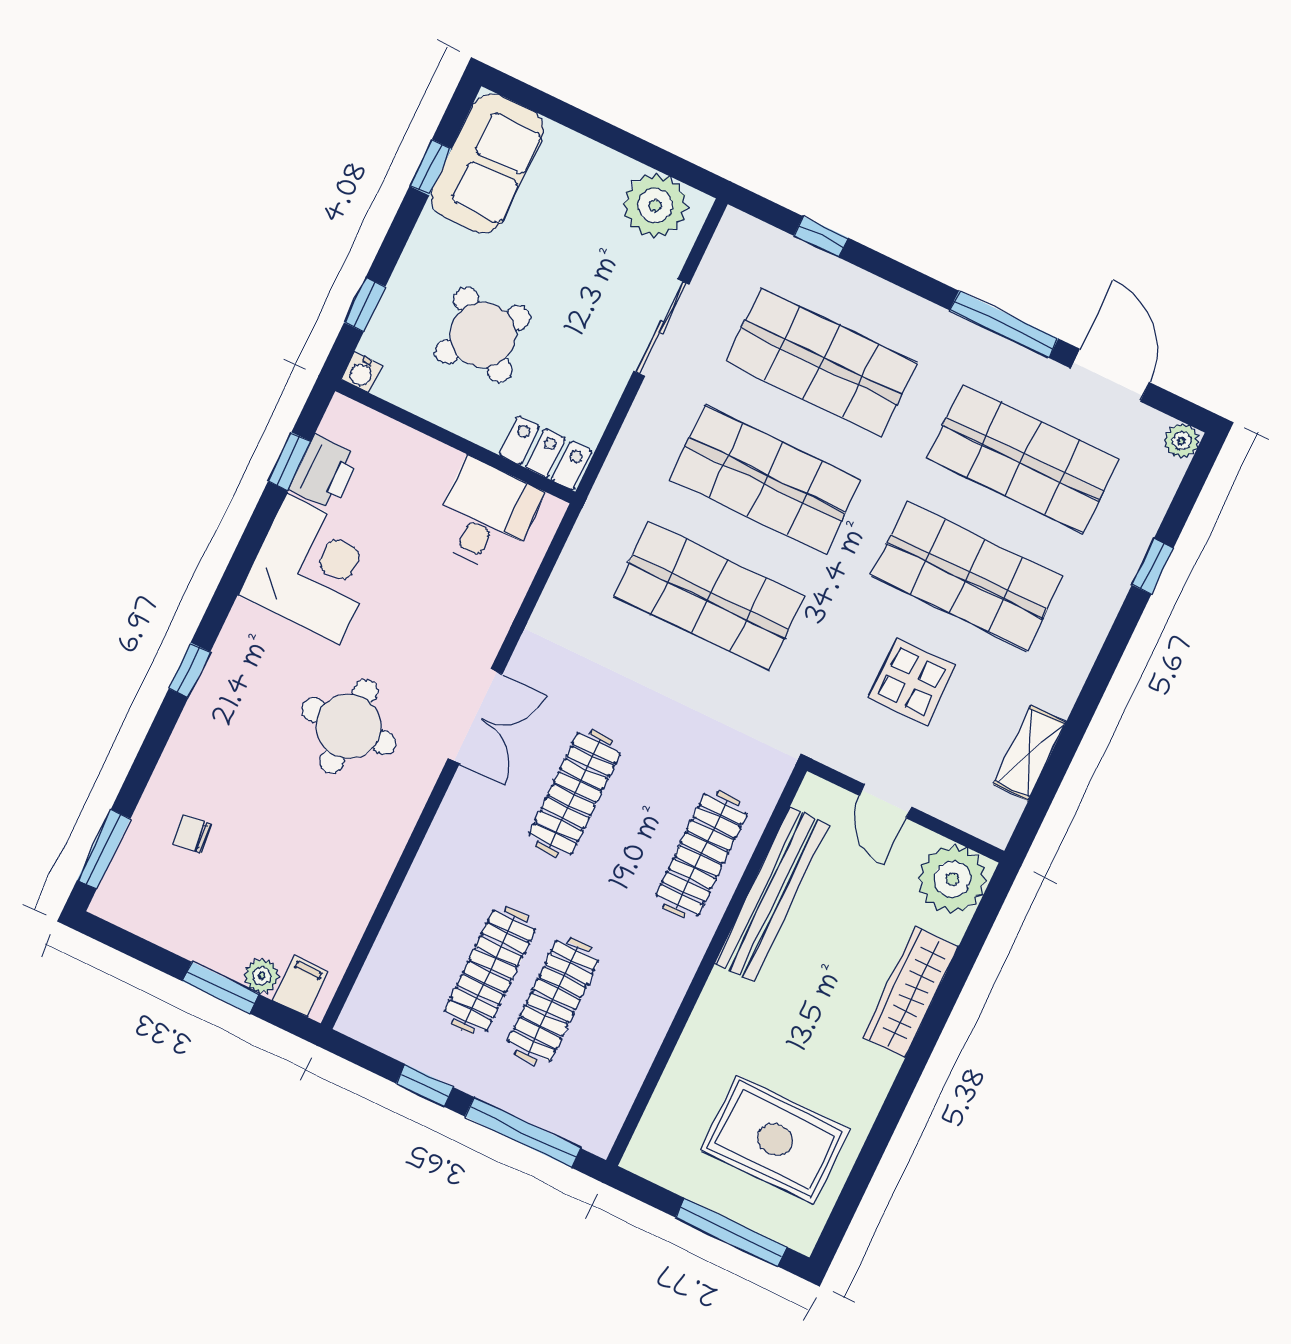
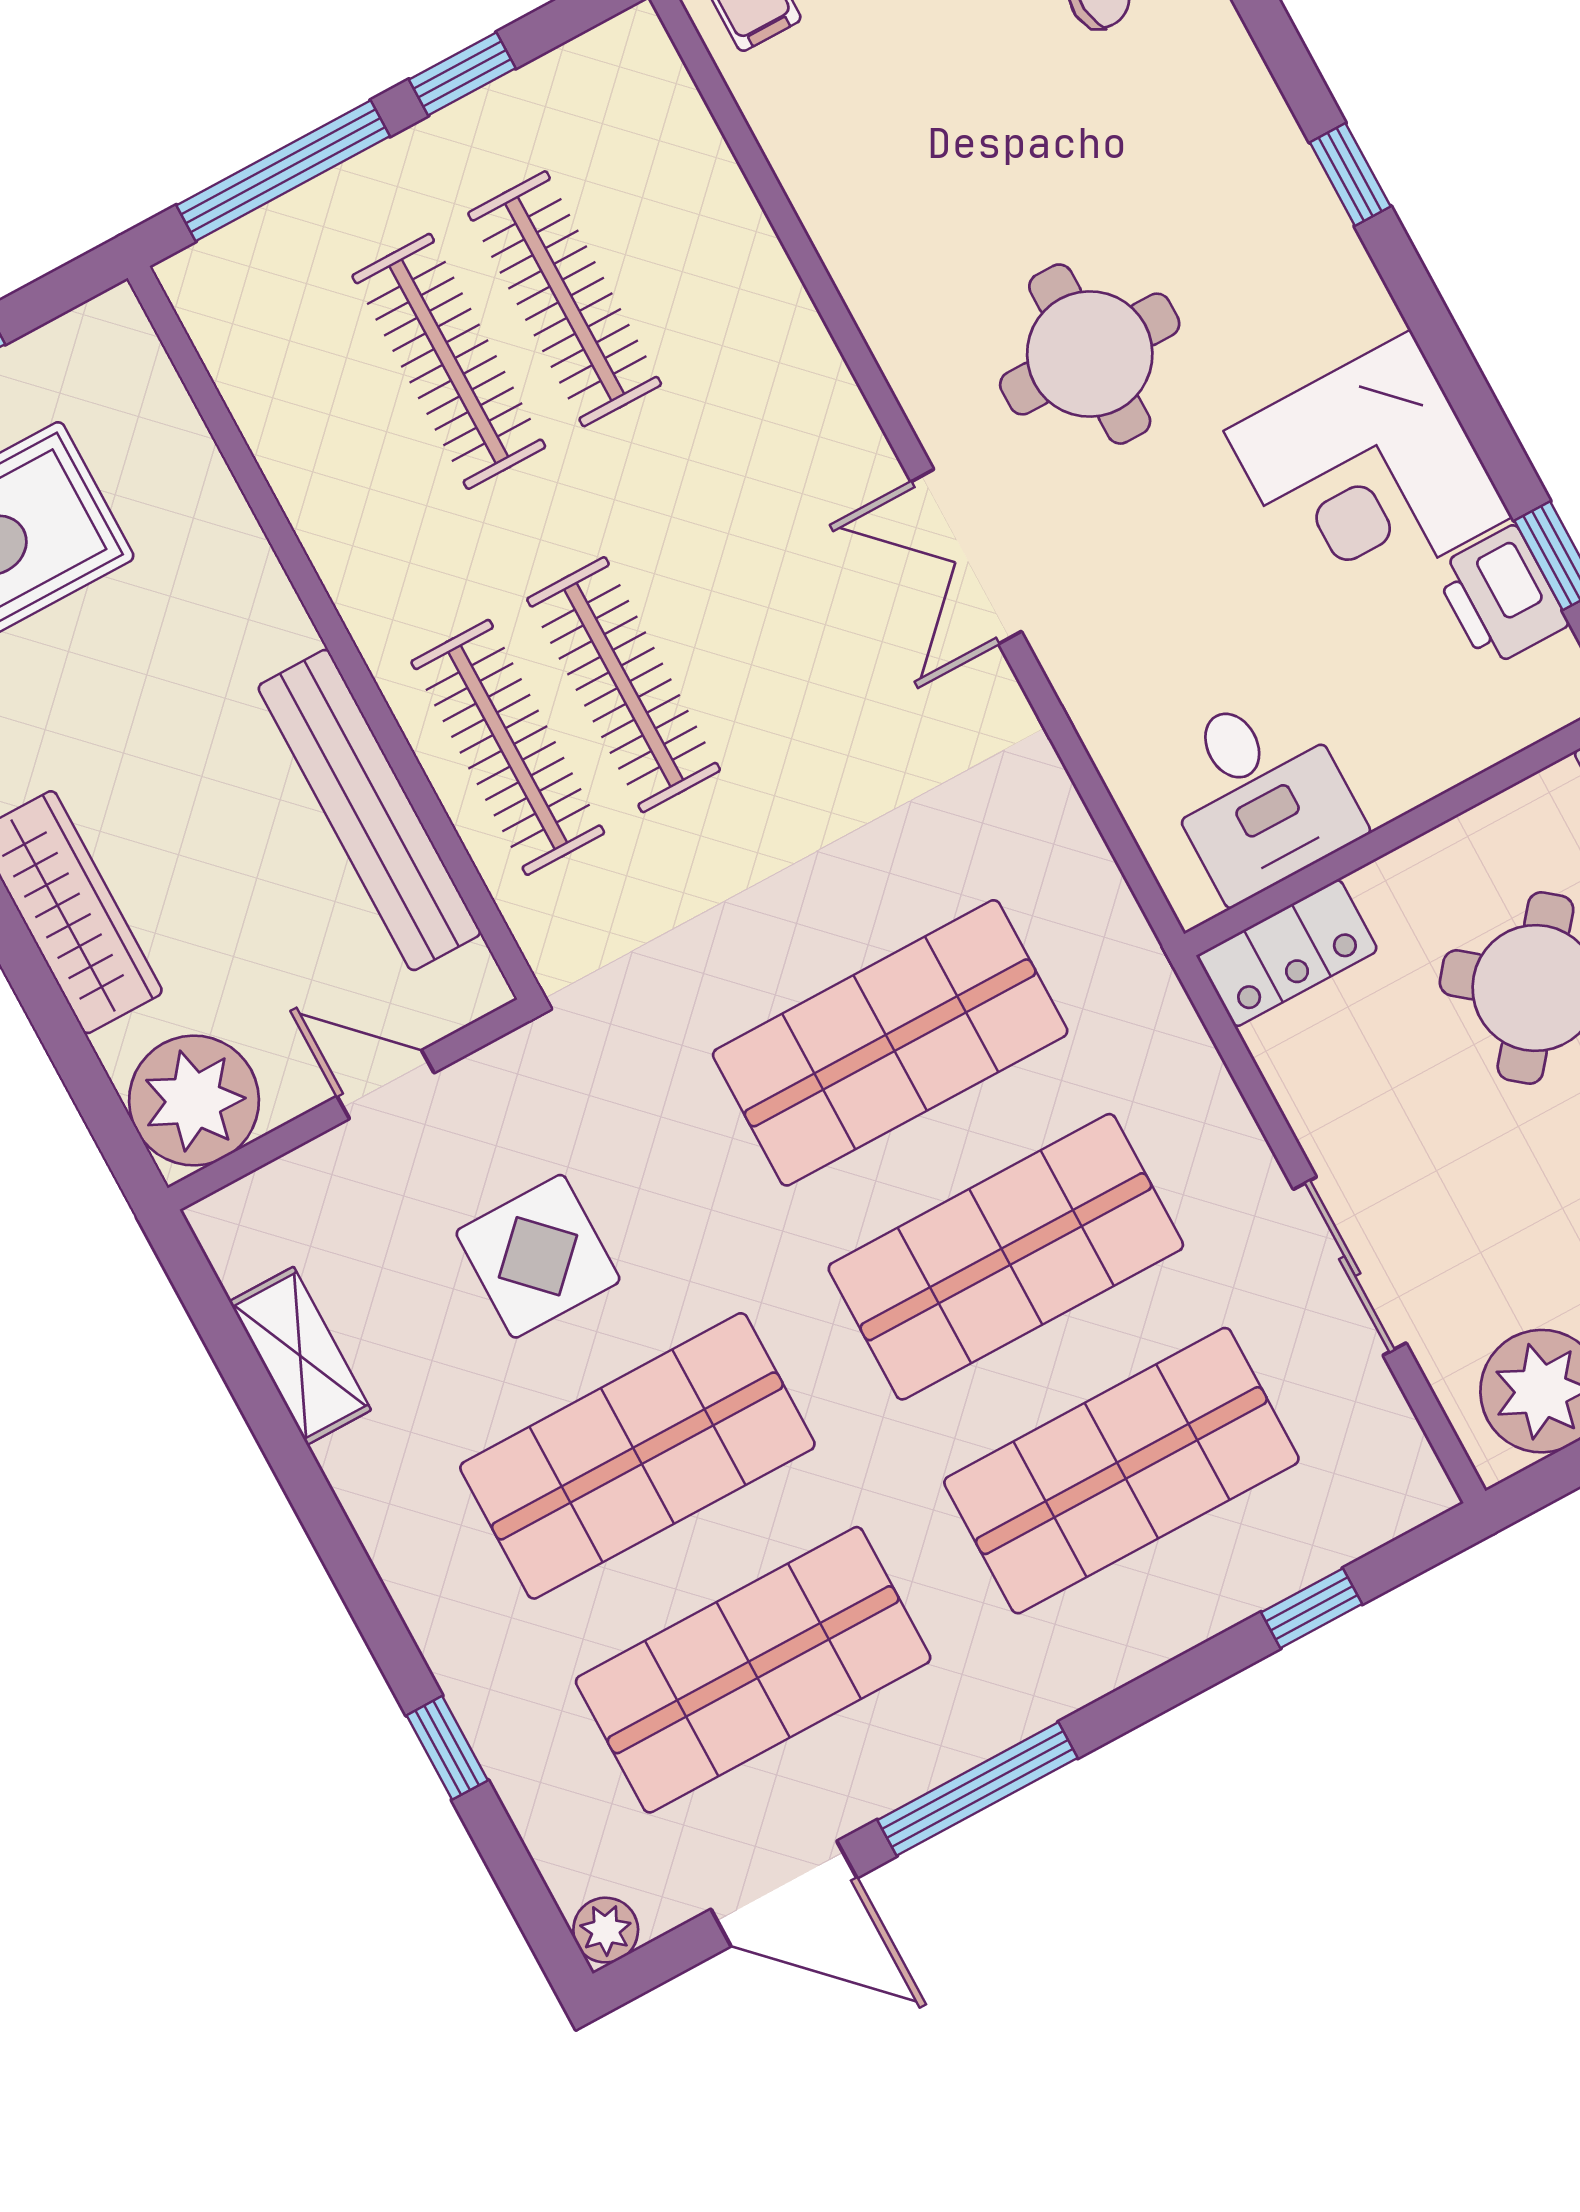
clothes rail: (575, 794) -> (624, 685), moved

